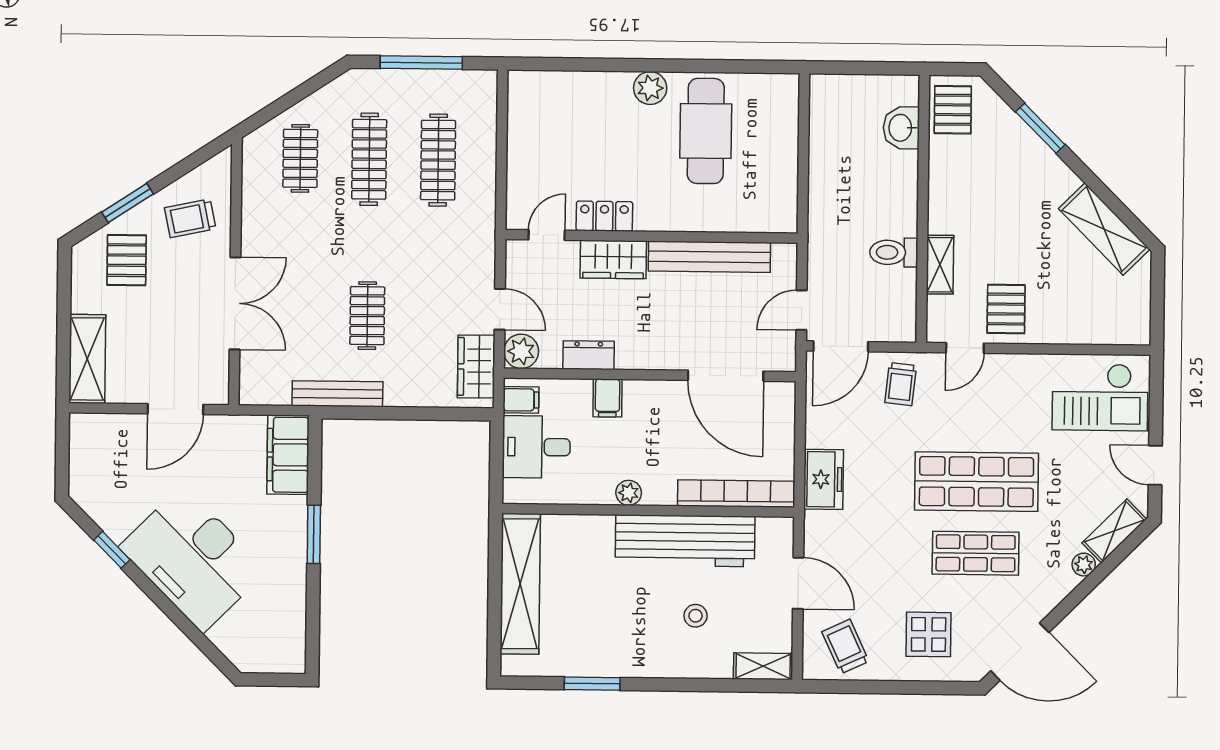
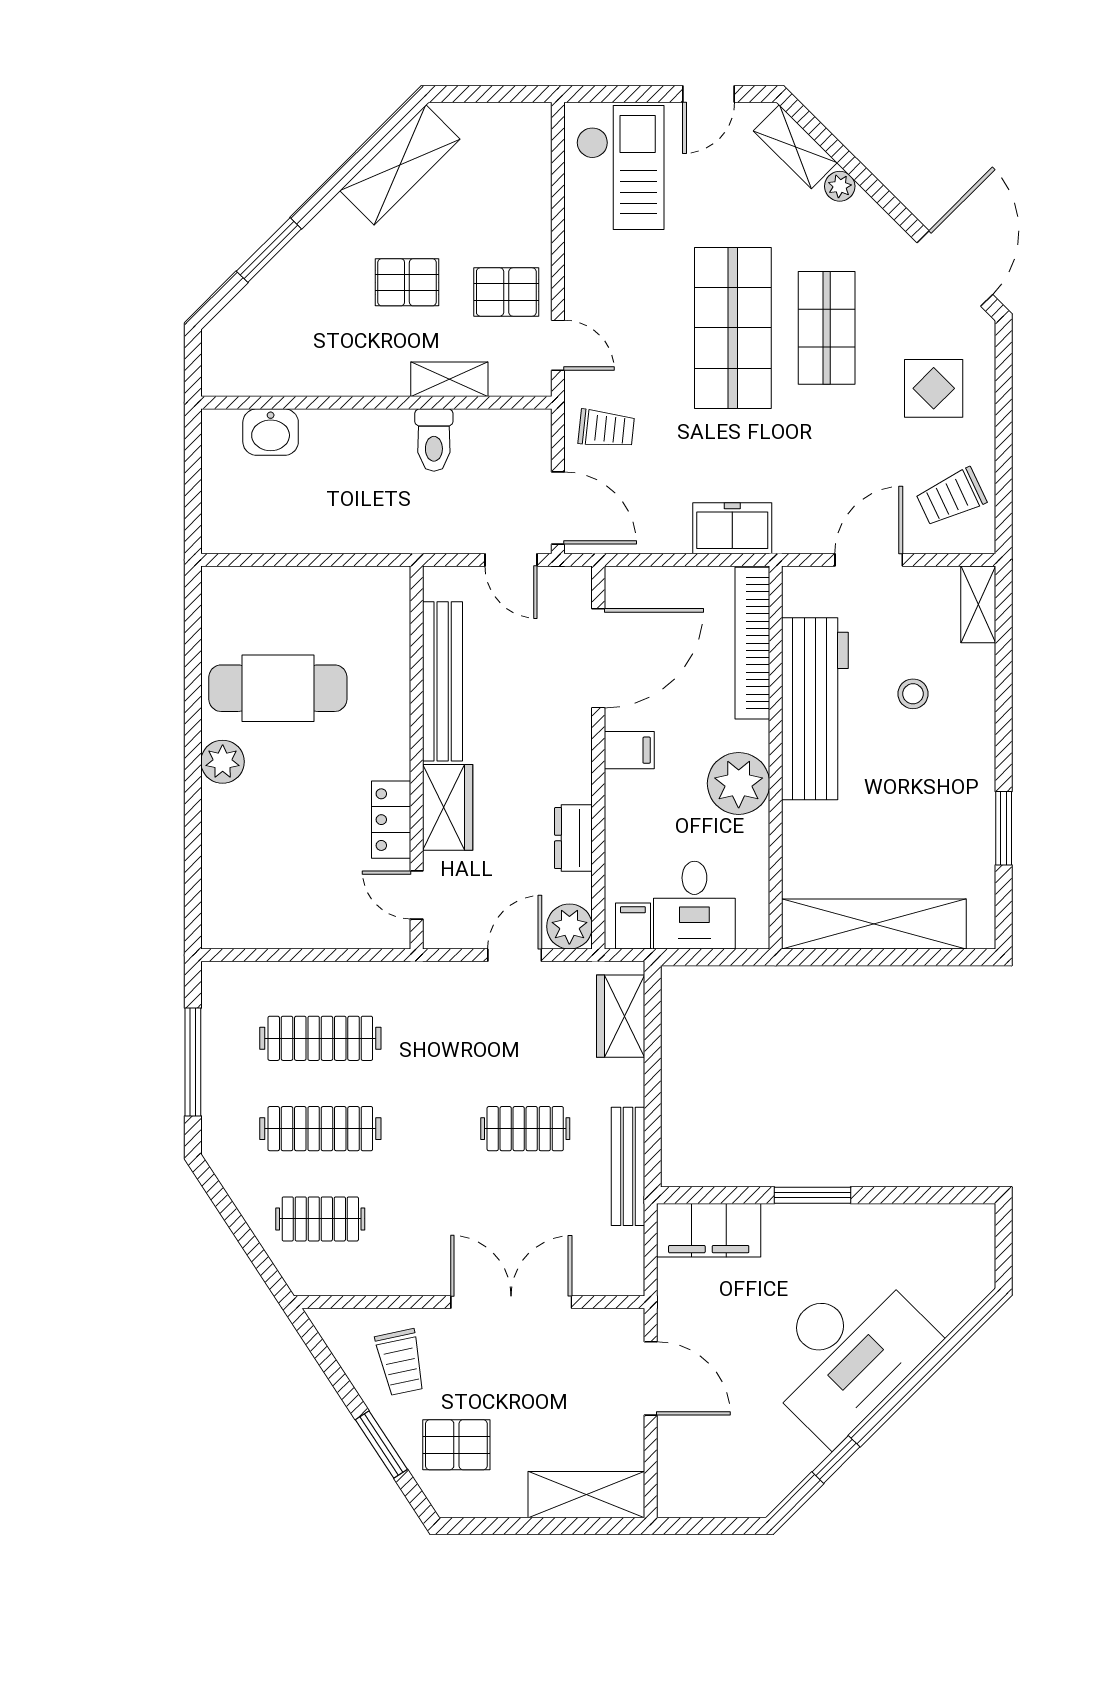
pallet: (953, 110) -> (407, 282), moved
wardrobe: (476, 367) -> (621, 1016), moved, turned 90
filing cabinet: (608, 398) -> (629, 750), moved
plant: (629, 493) -> (739, 783), width x1.88, depth x1.88

